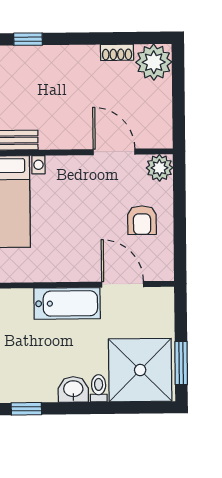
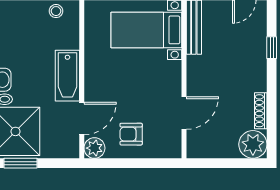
shoe rack: (117, 52) -> (261, 111), width x1.43
plant: (159, 168) -> (94, 148), moved

